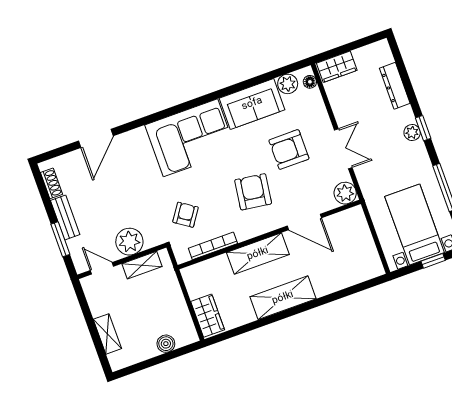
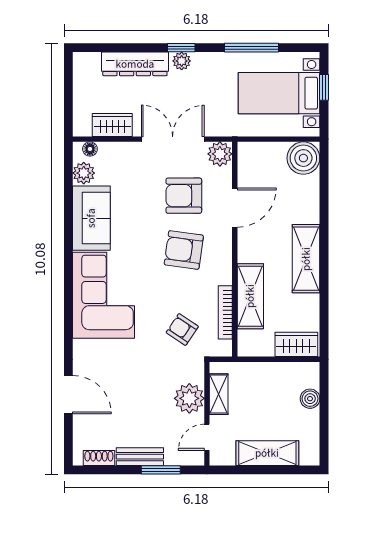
wardrobe: (337, 67) -> (112, 125), moved, turned -90
dresser: (395, 86) -> (135, 64), width x1.37, depth x1.24
armchair: (289, 149) -> (184, 196), moved, turned 90
double door: (343, 149) -> (173, 139), width x1.37
shelving: (258, 254) -> (250, 296), moved
boiler: (367, 265) -> (303, 158), added
shelving: (107, 334) -> (267, 453), width x1.50, depth x1.33

